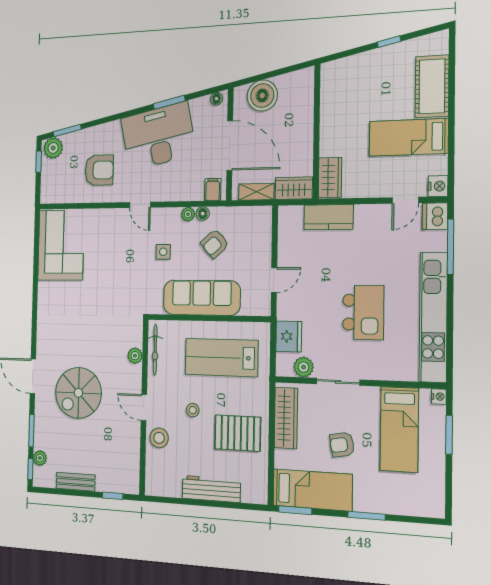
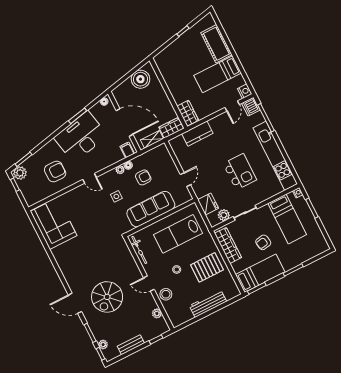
boiler: (262, 96) -> (140, 79), moved
armchair: (215, 244) -> (143, 177), turned -139
plant: (135, 356) -> (157, 313), moved

